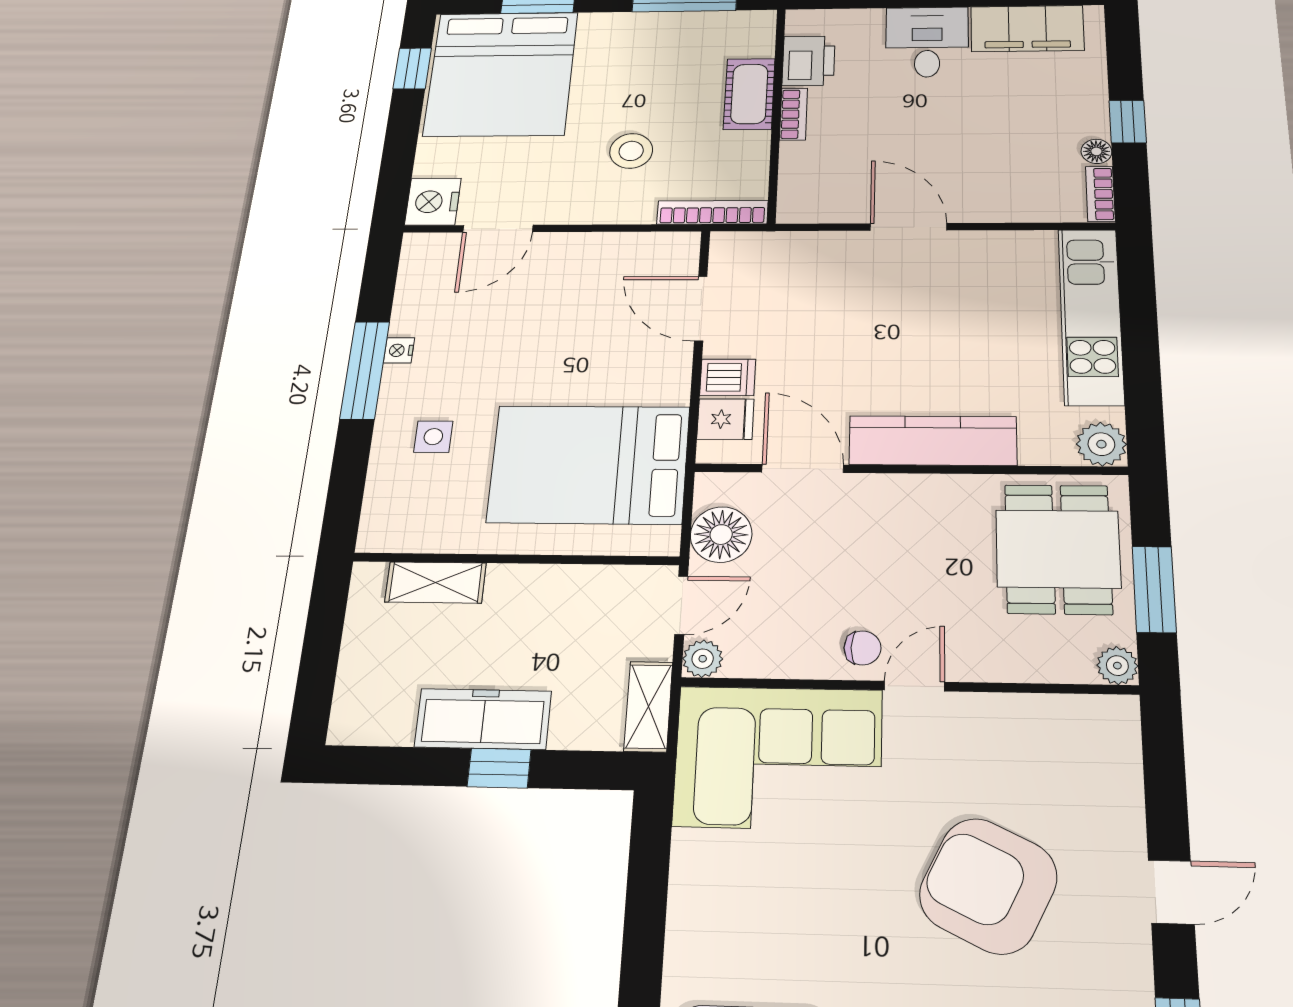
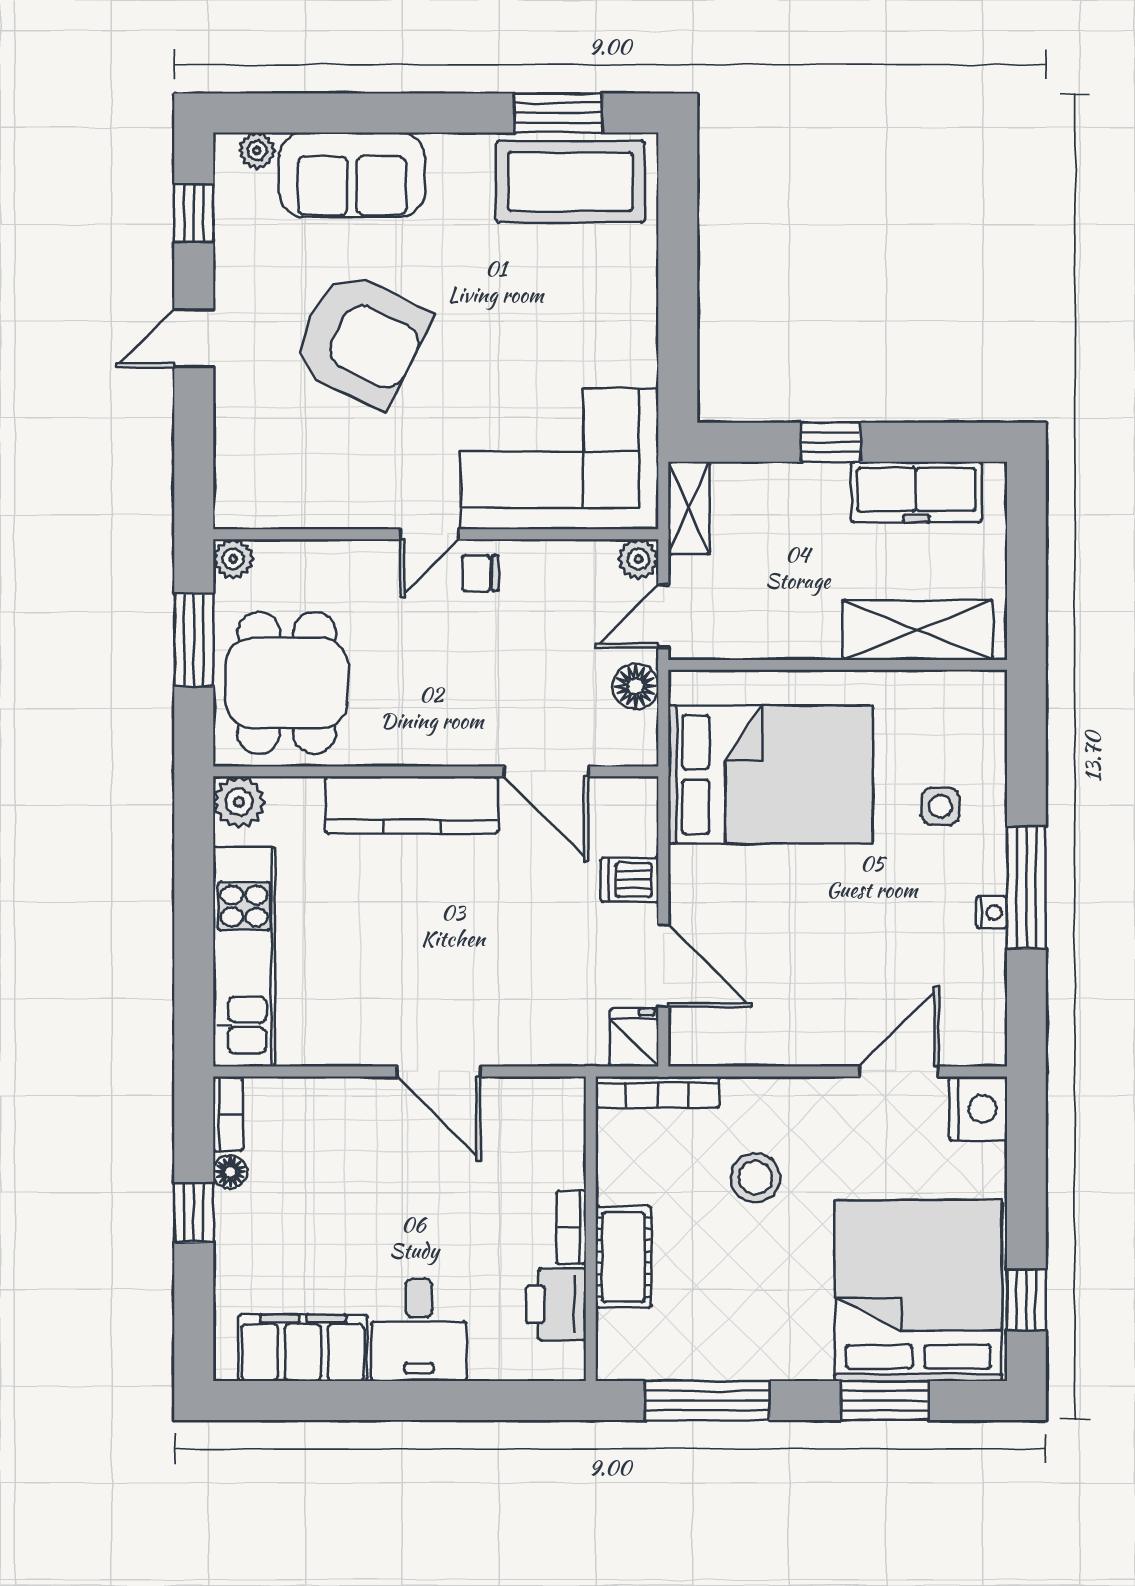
fridge: (725, 419) -> (634, 1038), moved, turned 90
floor lamp: (721, 535) -> (636, 686), width x0.73, depth x0.73
shelving: (436, 582) -> (918, 630), width x1.50, depth x1.33
freezer: (483, 719) -> (916, 492), moved

